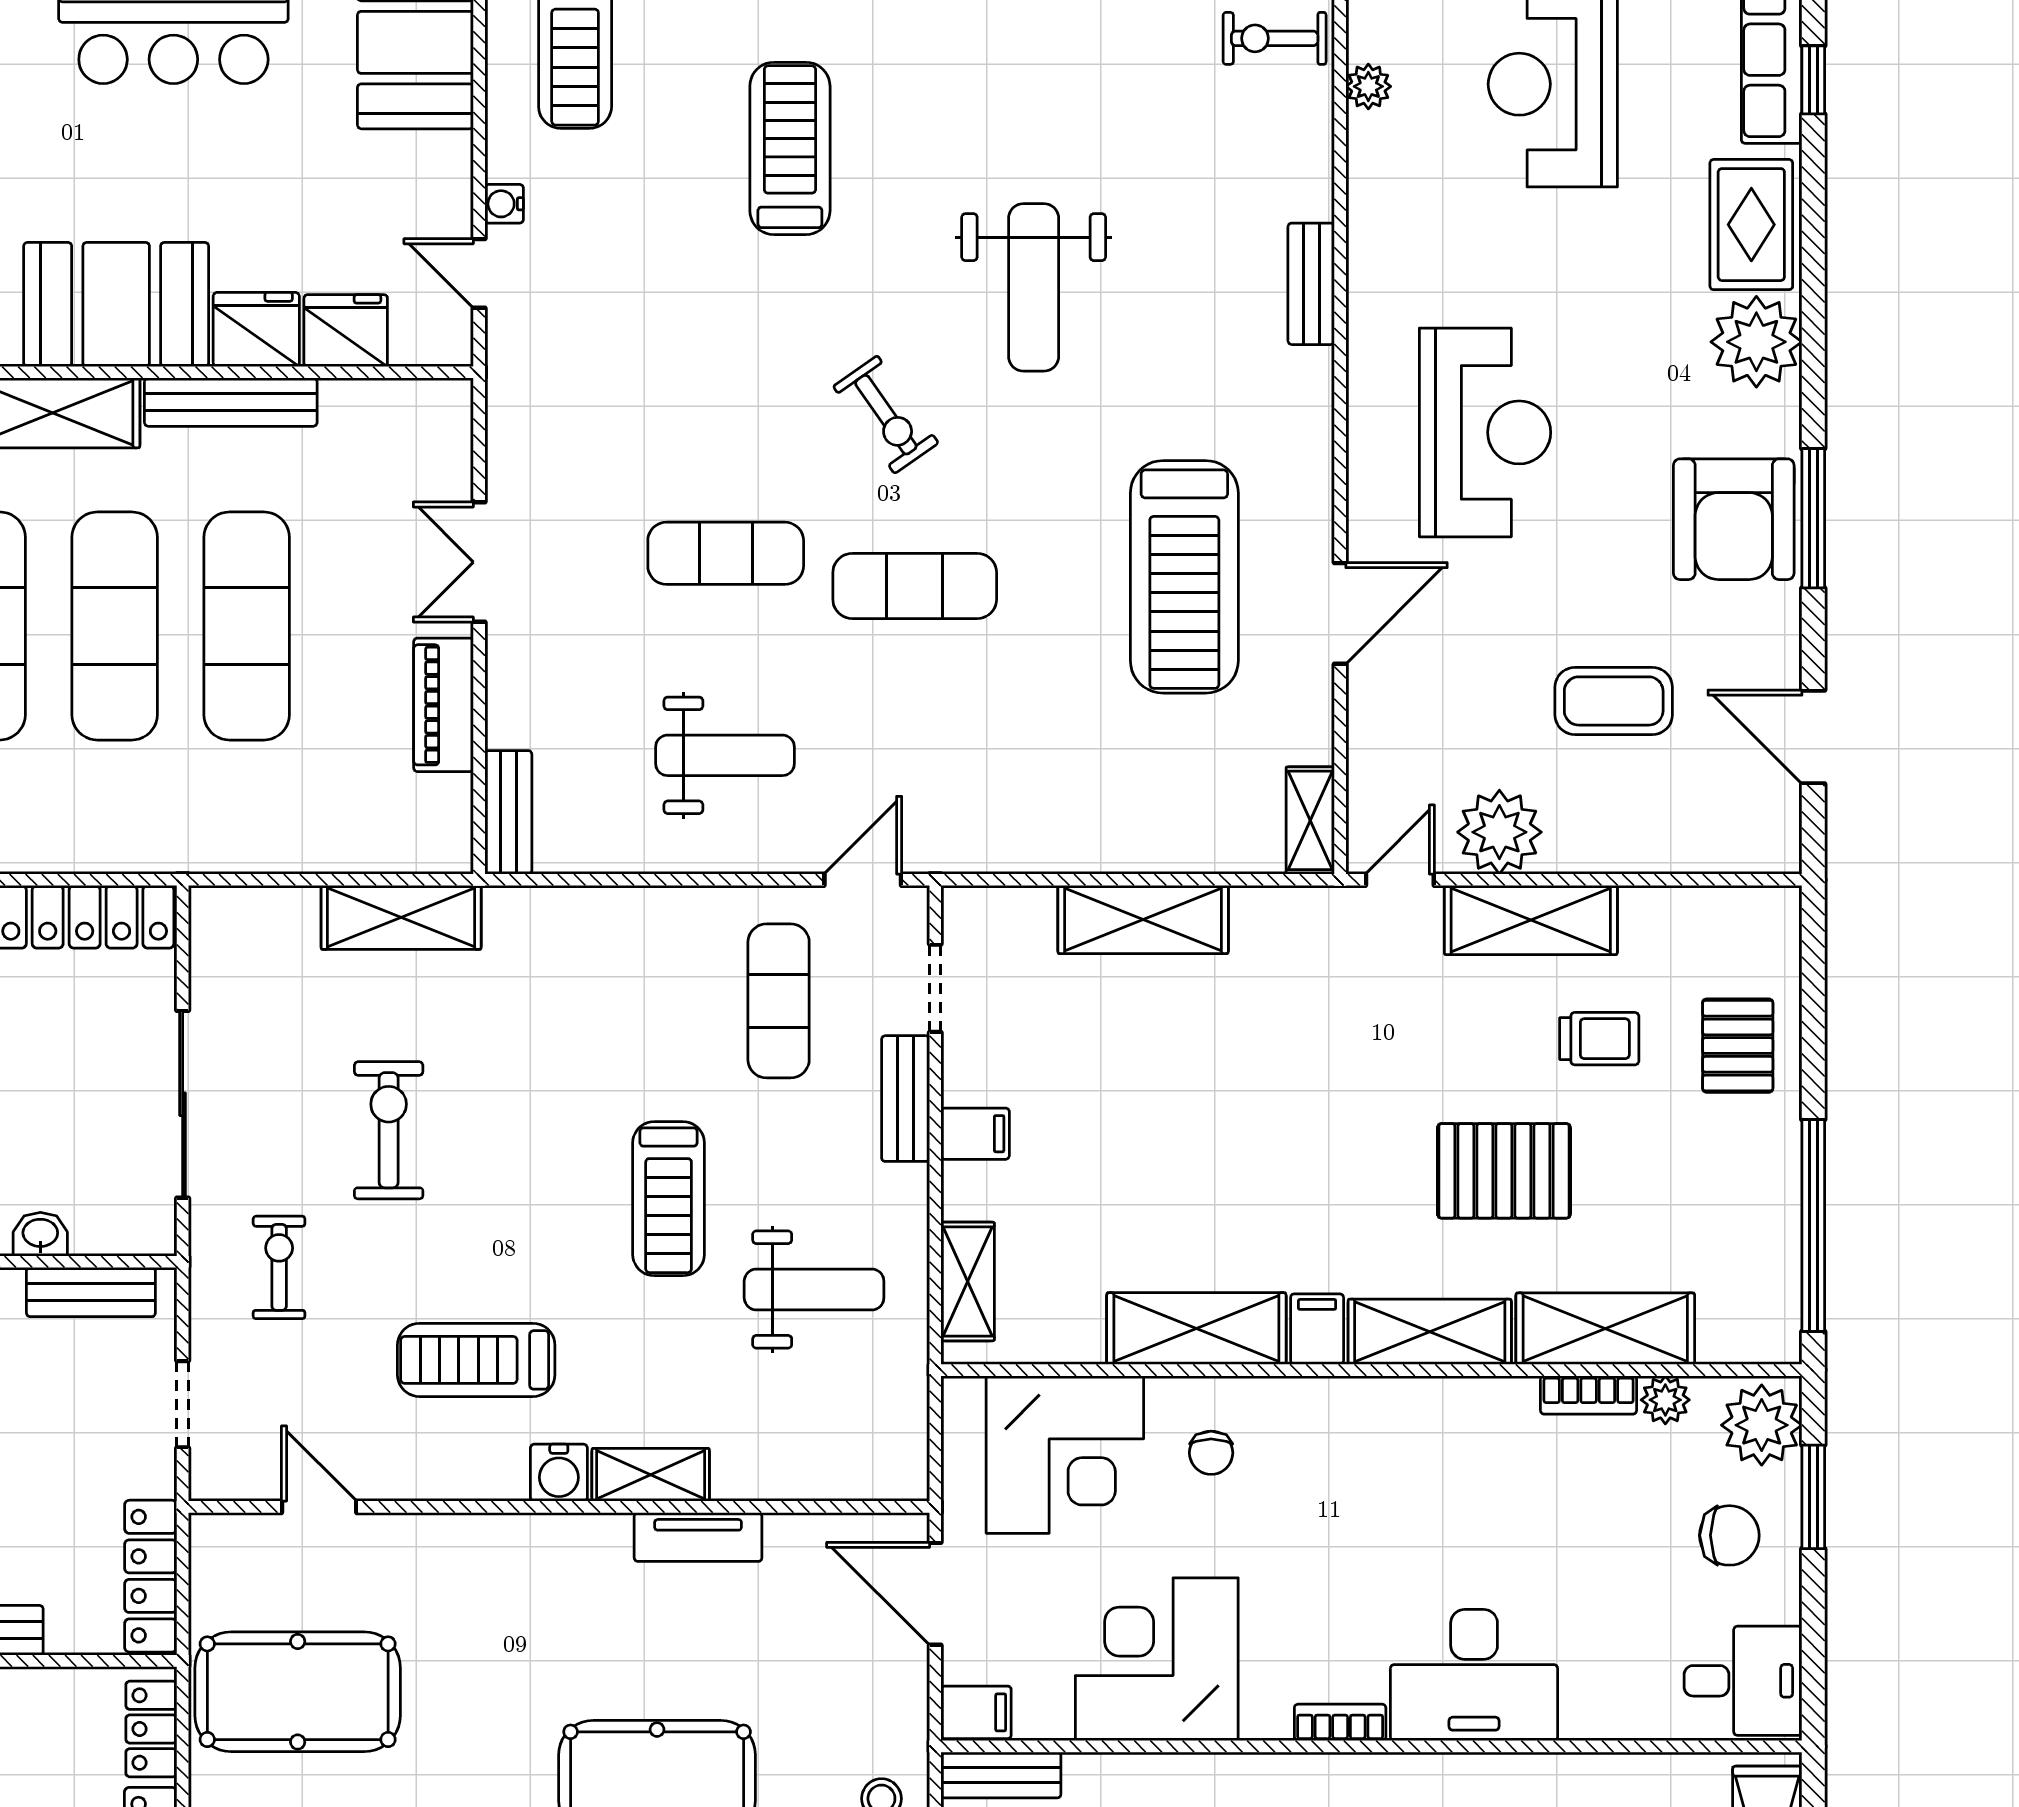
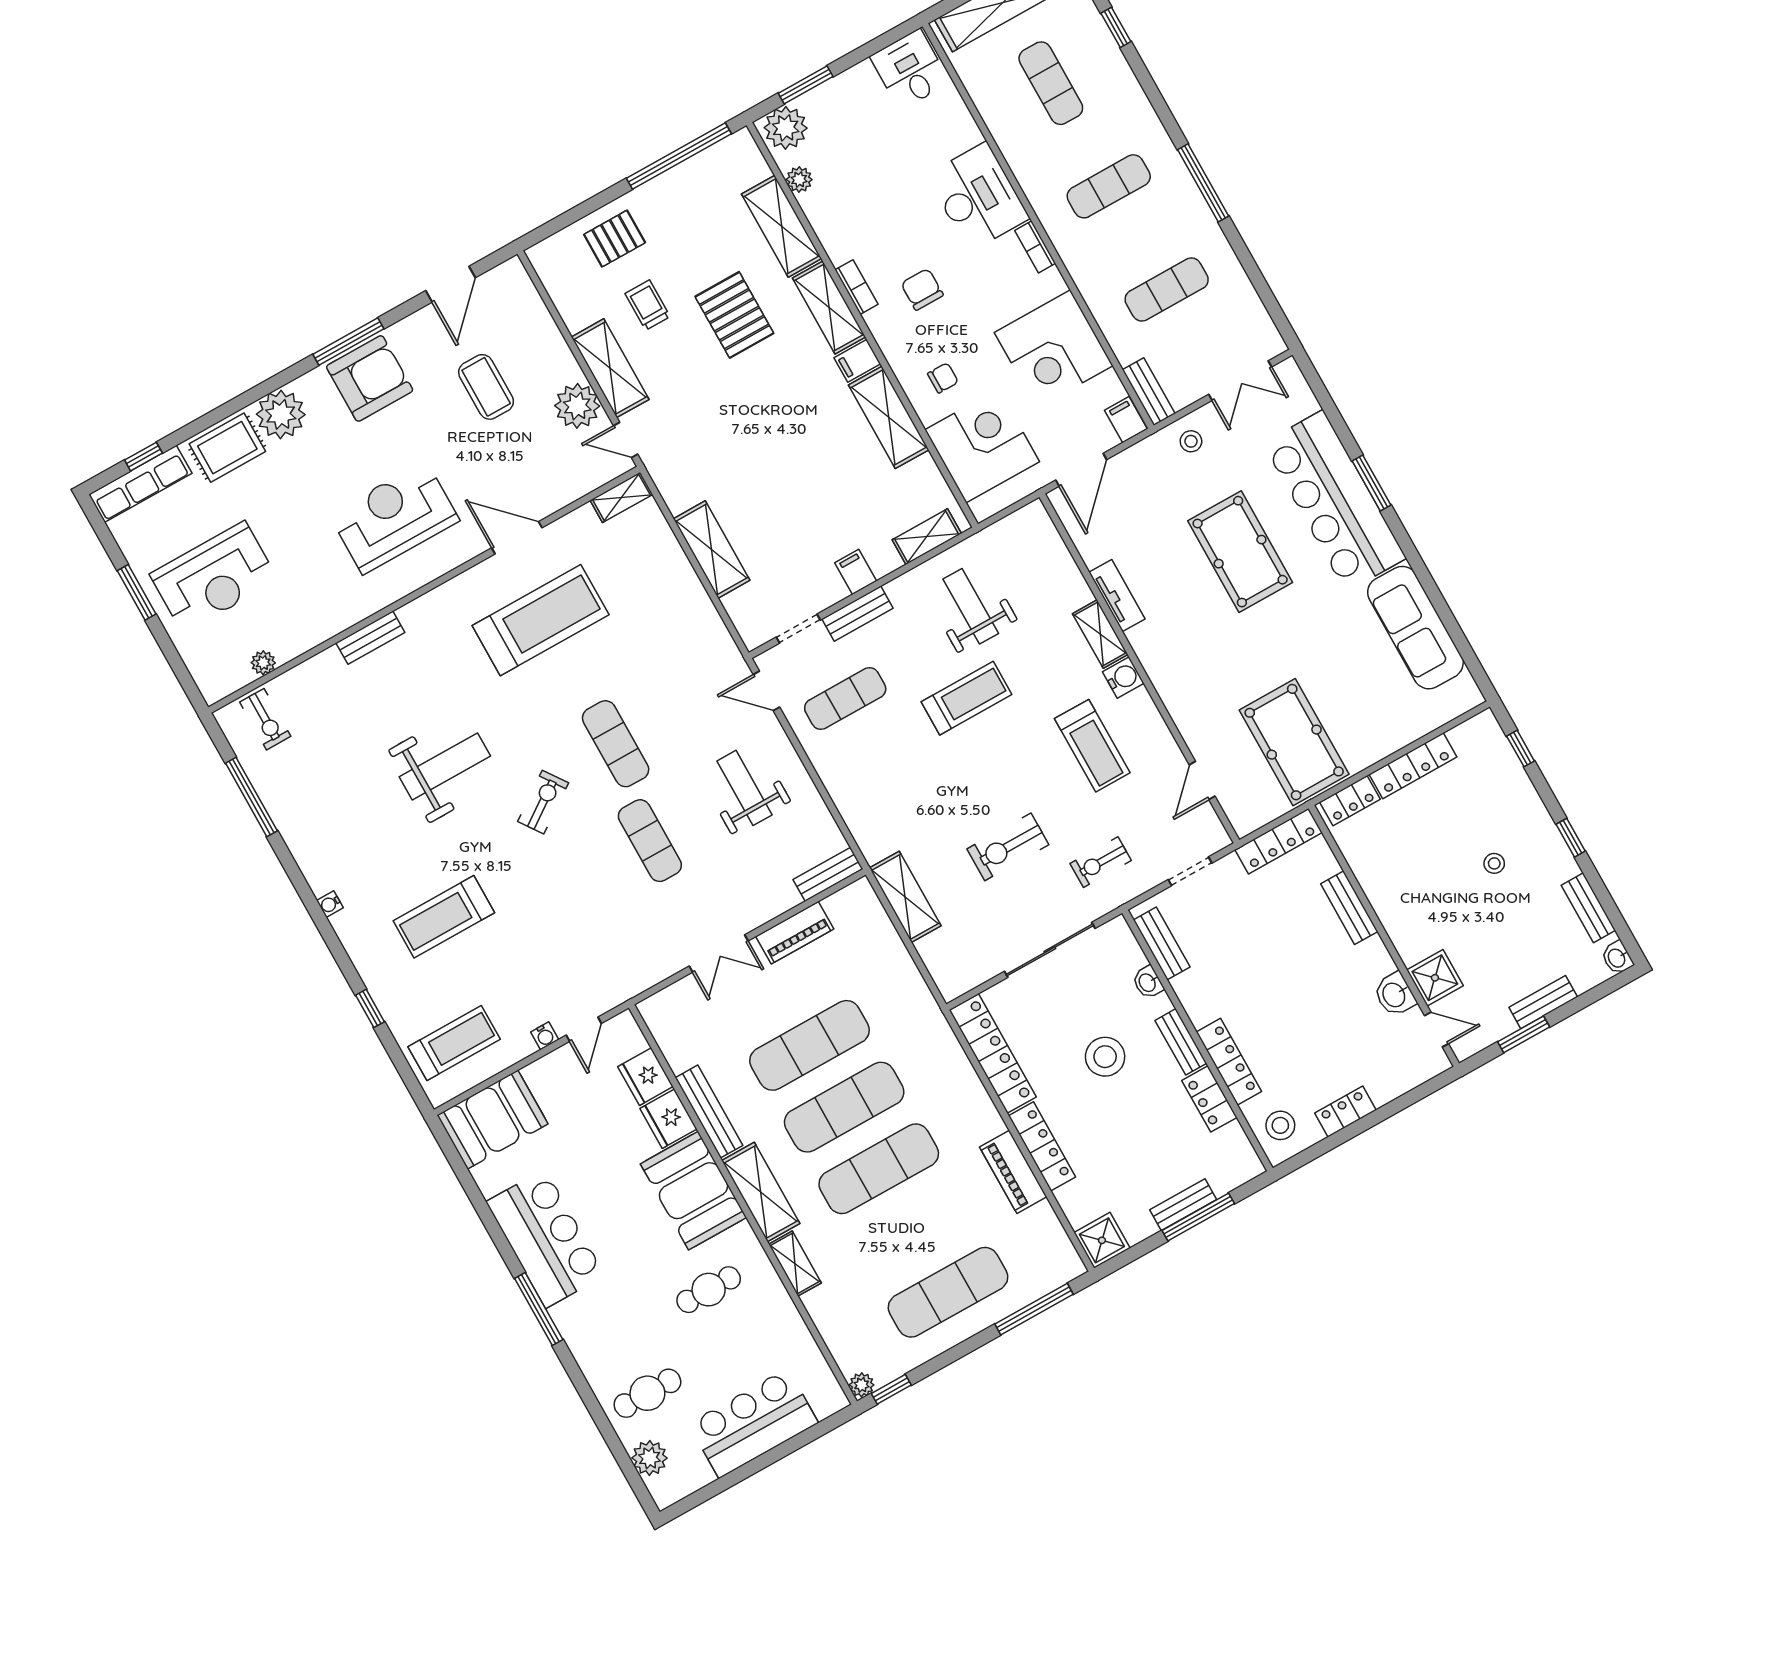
bookcase: (1589, 1395) -> (856, 287), moved
chair: (1729, 1535) -> (922, 289), moved

